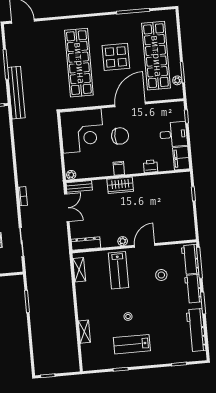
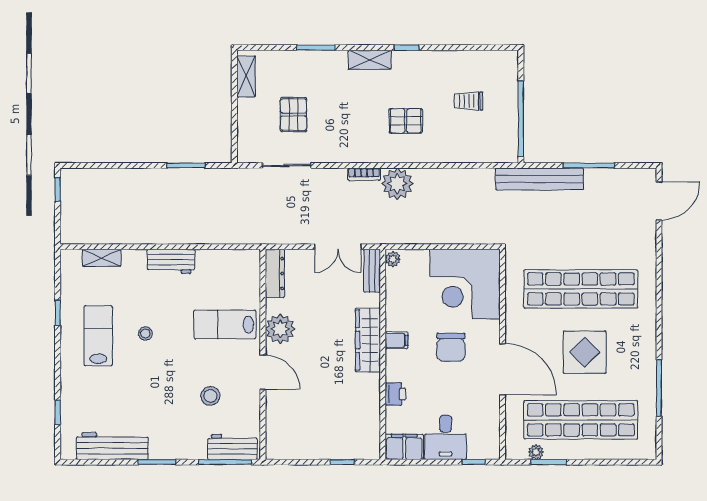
plant: (27, 176) -> (397, 184), added
wardrobe: (120, 185) -> (368, 340), width x1.50
plant: (123, 241) -> (280, 329), width x1.88, depth x1.88
shelving: (79, 270) -> (231, 258), removed
workbench: (193, 289) -> (171, 261), moved, turned 180
shelving: (84, 332) -> (102, 258), moved

